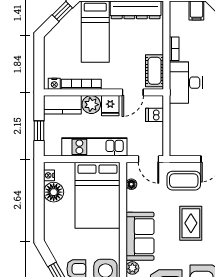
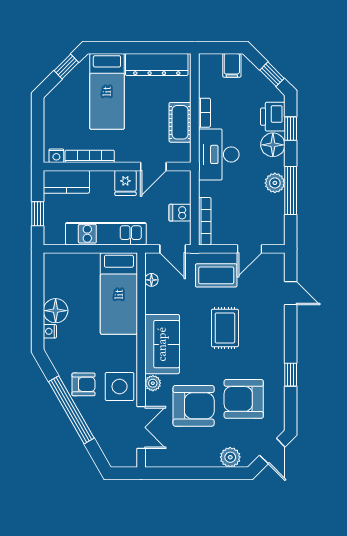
cot: (154, 71) -> (180, 122), moved
plant: (91, 105) -> (102, 181), removed
dishwasher: (154, 115) -> (180, 213), moved
bookcase: (174, 137) -> (205, 221), added
nightstand: (49, 175) -> (50, 331), moved
floor lamp: (54, 192) -> (56, 311), moved
bed: (97, 195) -> (119, 294), width x0.67

